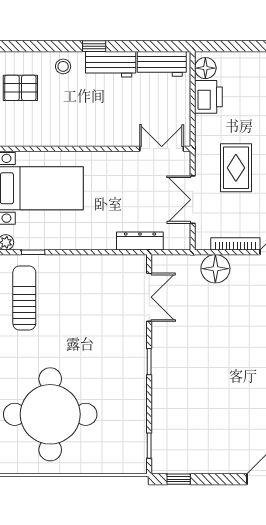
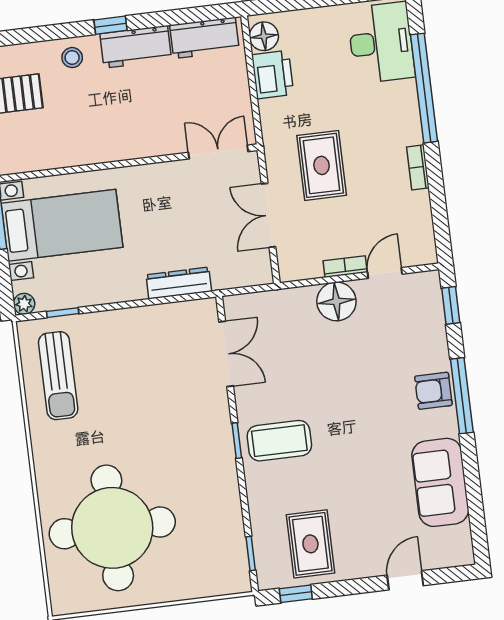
dresser: (140, 241) -> (179, 283), moved
bookcase: (235, 244) -> (345, 267), width x0.64
floor lamp: (215, 269) -> (336, 301), moved
sun lounger: (24, 298) -> (58, 376), turned 180
coffee table: (180, 366) -> (279, 441), added
rug: (194, 444) -> (310, 544), added

